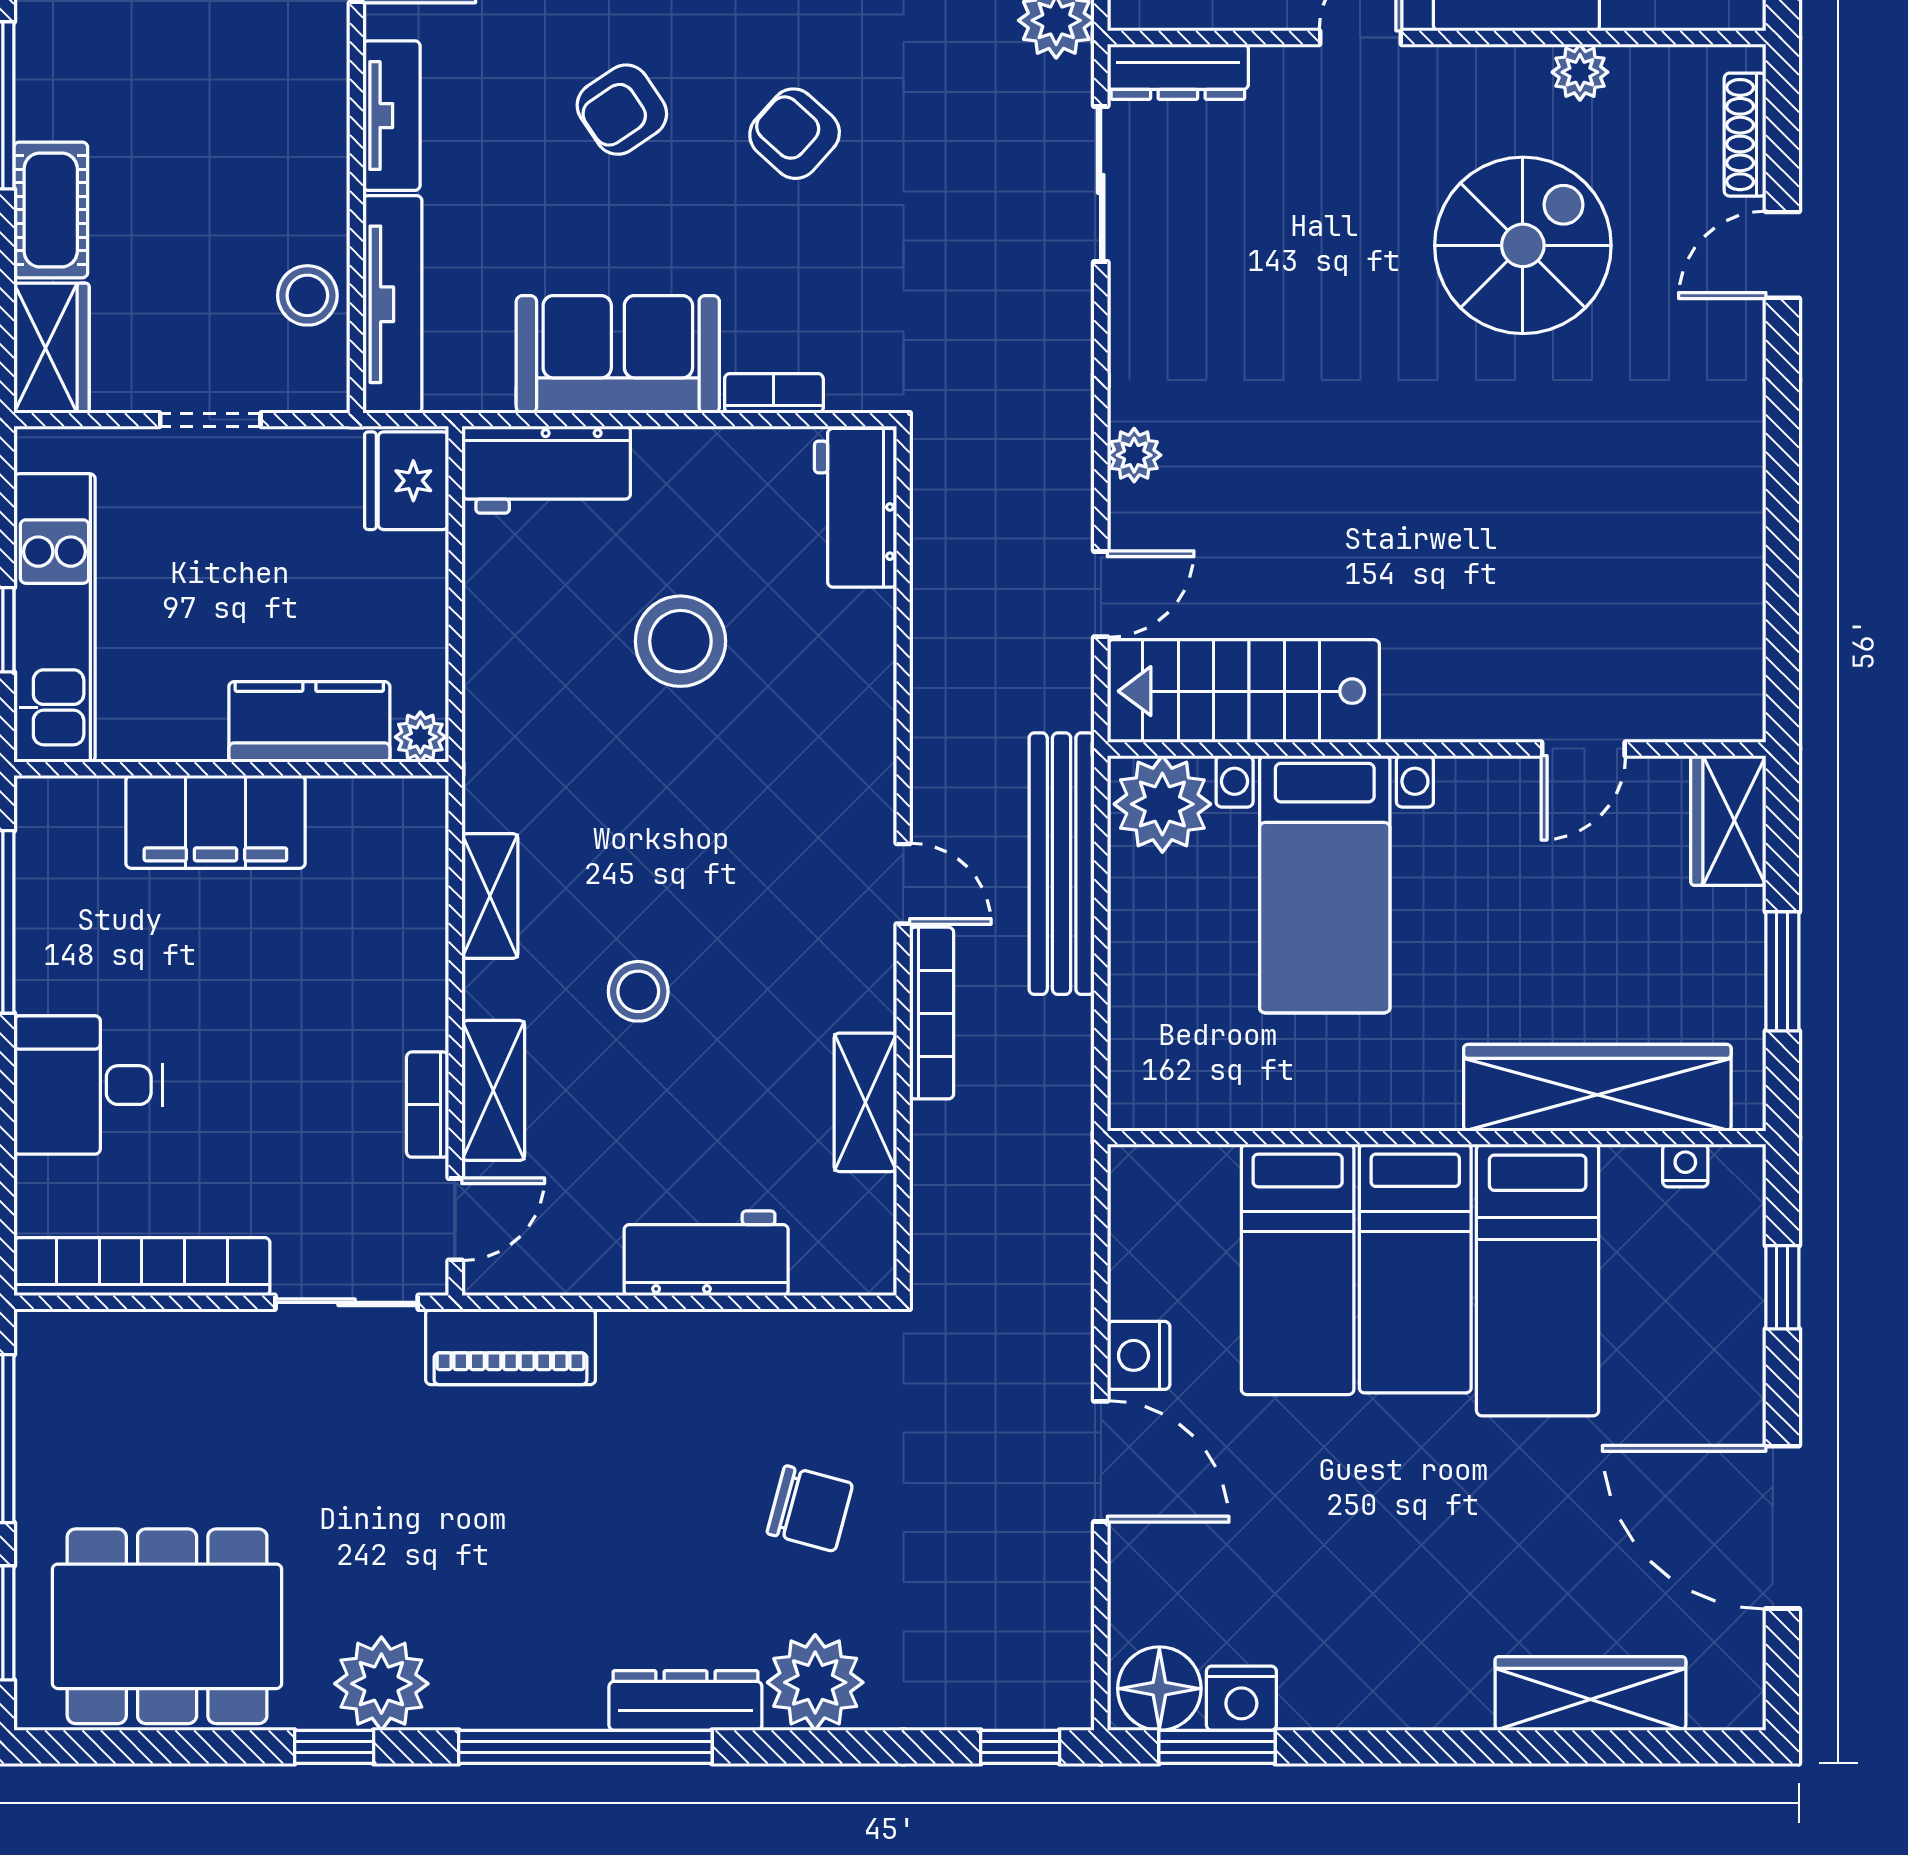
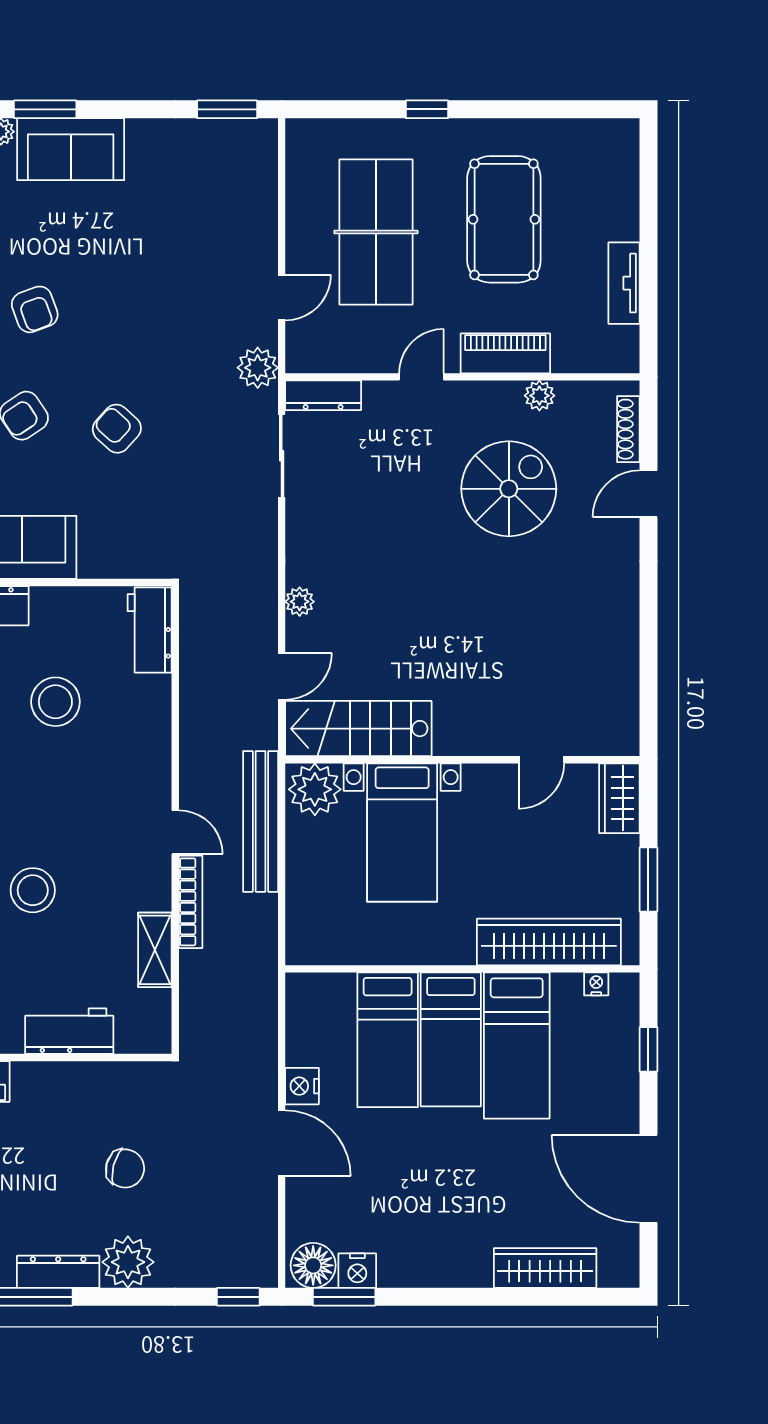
bookcase: (774, 393) -> (106, 568), removed
stool: (638, 991) -> (33, 890), width x1.38, depth x1.38

